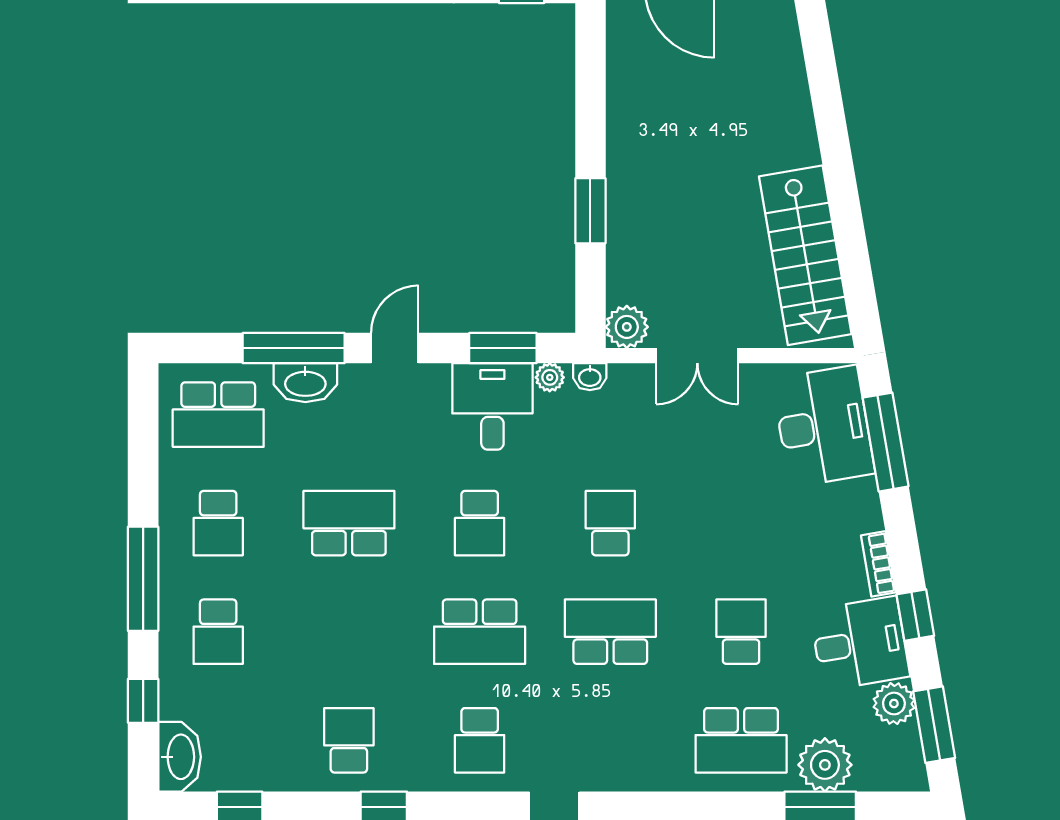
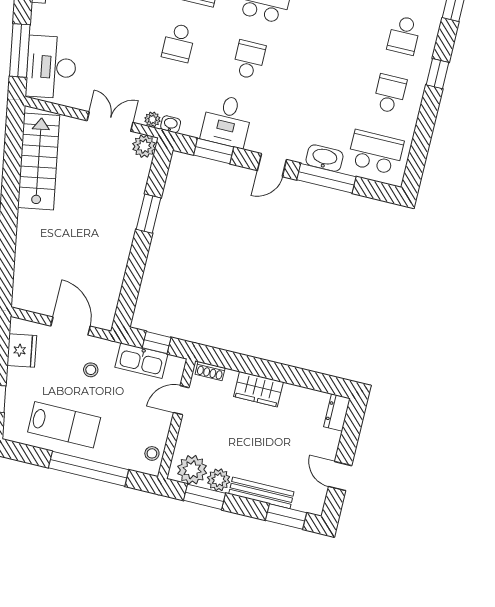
plant: (550, 377) -> (152, 119), moved
school desk: (349, 523) -> (319, 77), removed
window: (143, 579) -> (438, 74), width x0.46
school desk: (218, 632) -> (404, 35), turned 180

